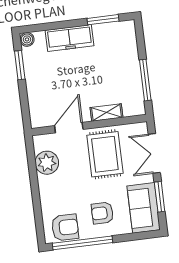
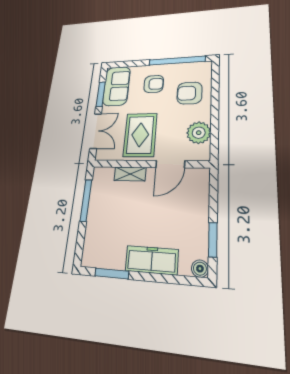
armchair: (65, 227) -> (190, 93), moved

